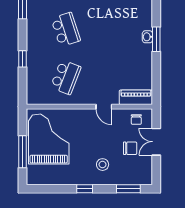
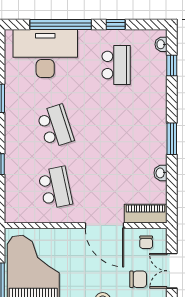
washbasin: (147, 37) -> (160, 173), moved
school desk: (66, 77) -> (55, 188), turned -33
door: (104, 107) -> (104, 226), width x1.88

